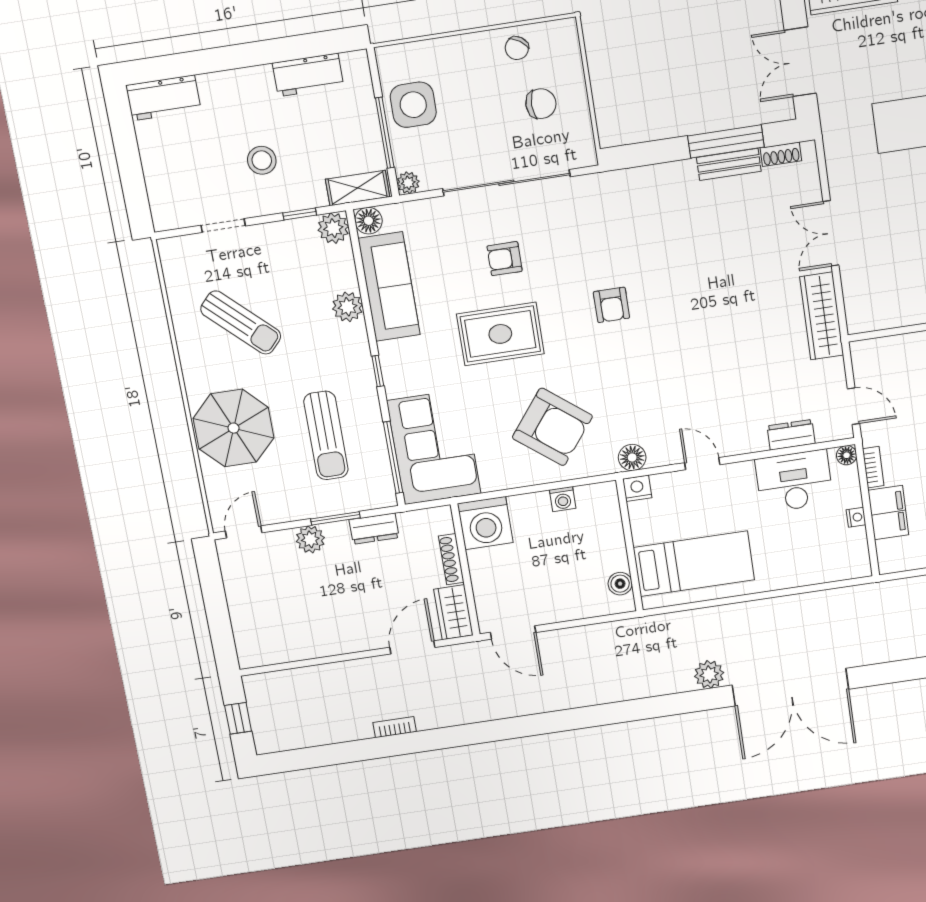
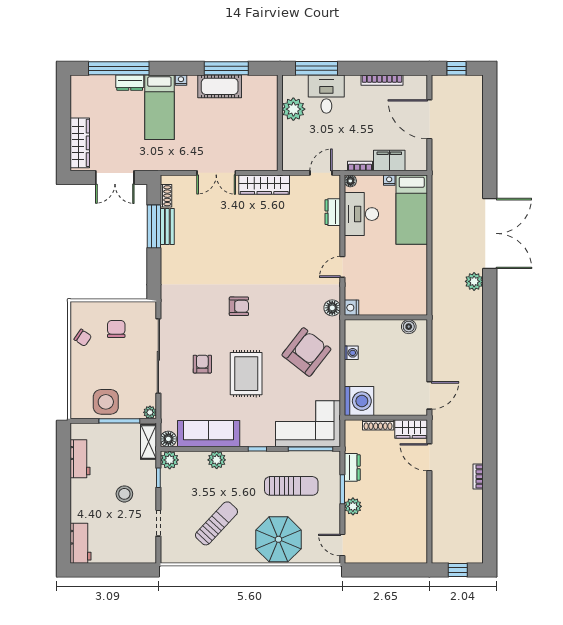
armchair: (505, 259) -> (202, 364), turned 180
bed: (694, 564) -> (412, 210), moved, turned 180

